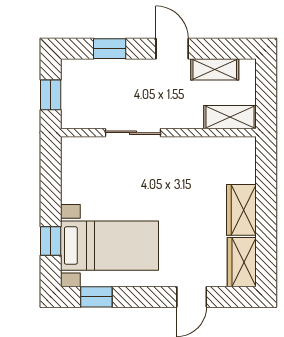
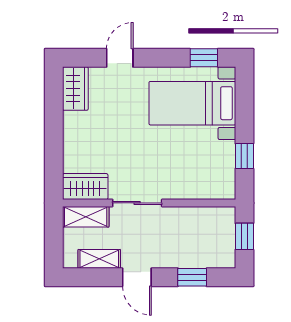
sliding door: (133, 133) -> (137, 203), moved
wardrobe: (241, 210) -> (85, 187), moved, turned -90
window: (51, 241) -> (244, 156), moved

